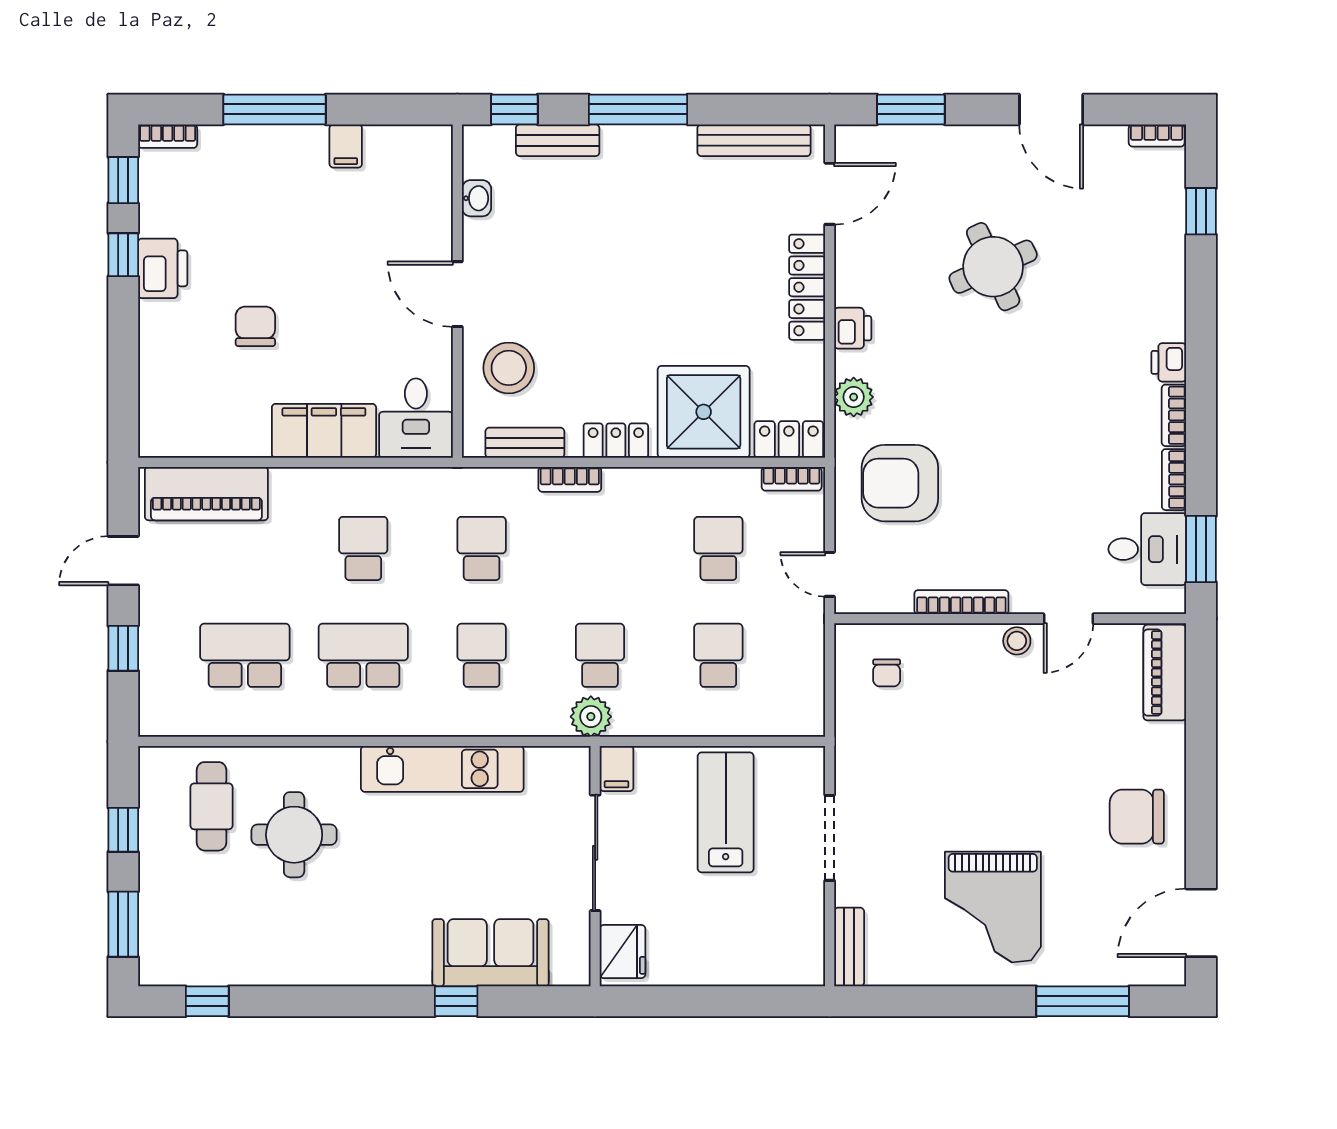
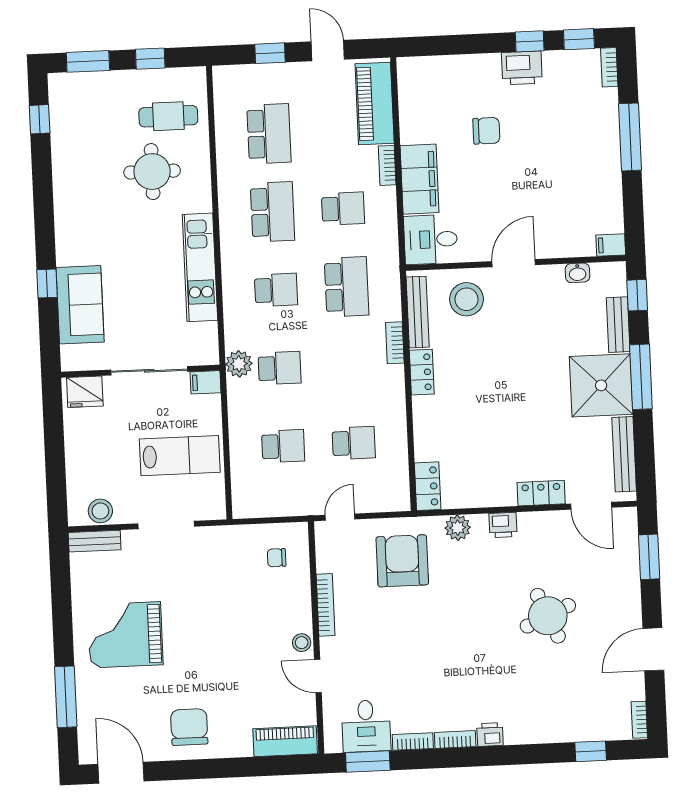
filing cabinet: (346, 146) -> (611, 245), moved
locker: (807, 287) -> (541, 493), width x0.66
shower: (704, 412) -> (601, 385), moved
bench: (525, 443) -> (418, 312), width x1.36
bookcase: (792, 479) -> (387, 165), moved
school desk: (482, 548) -> (347, 287), width x1.85
stool: (804, 936) -> (100, 511), added

